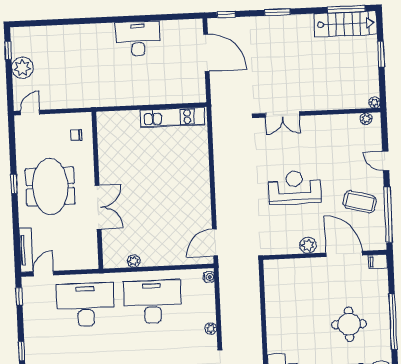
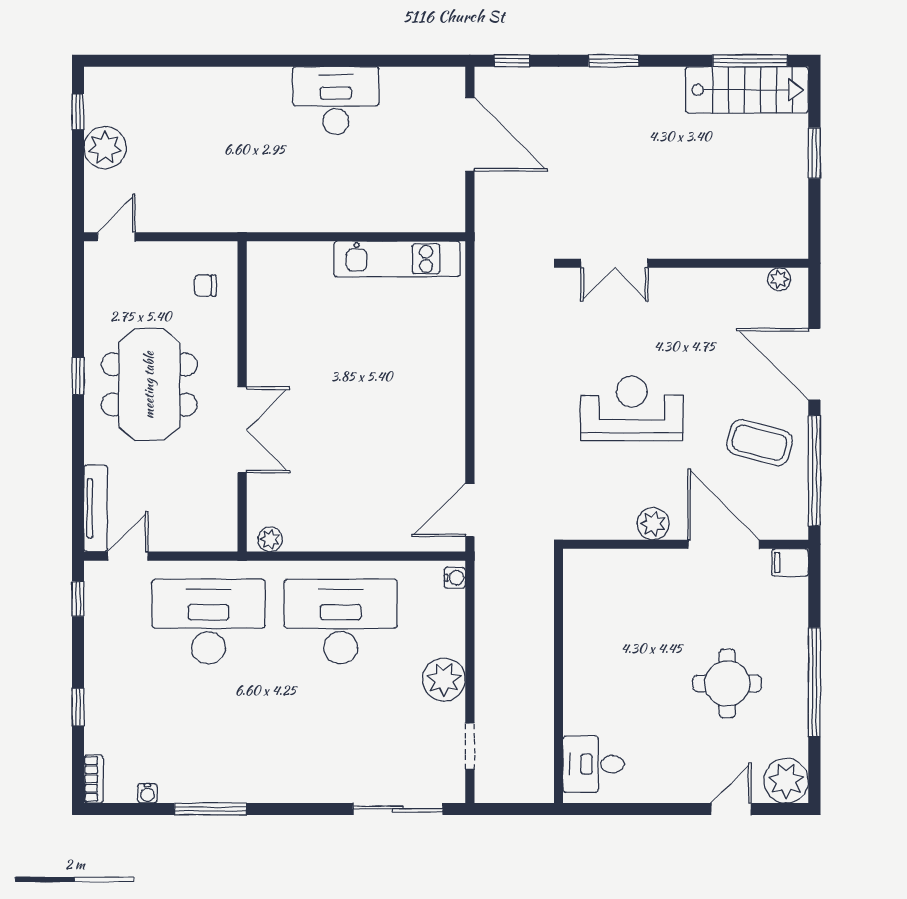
plant: (374, 103) -> (797, 248), removed
door: (386, 161) -> (814, 364), width x1.87
plant: (134, 261) -> (270, 539), moved
plant: (211, 328) -> (444, 679), width x1.88, depth x1.88

